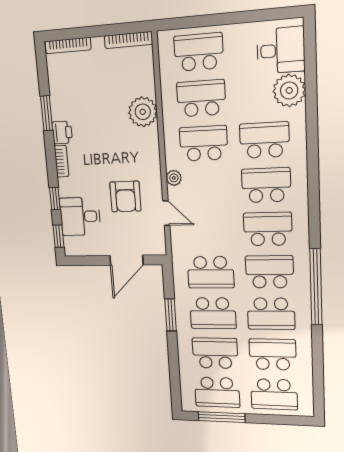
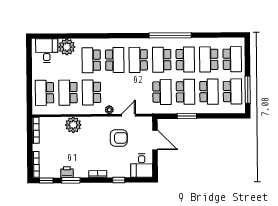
printer: (62, 132) -> (67, 172), moved
school desk: (266, 185) -> (115, 60), turned 180
desk: (80, 216) -> (142, 166), moved
window: (58, 236) -> (46, 181), moved
school desk: (215, 353) -> (209, 92), turned 180

